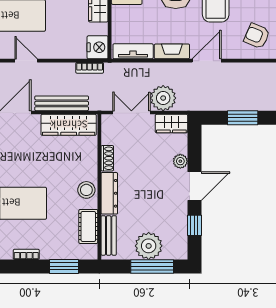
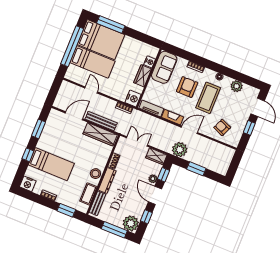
plant: (163, 98) -> (180, 150), moved
window: (194, 148) -> (163, 175), added
door: (194, 186) -> (155, 195), swing flipped
plant: (149, 246) -> (131, 223), moved

